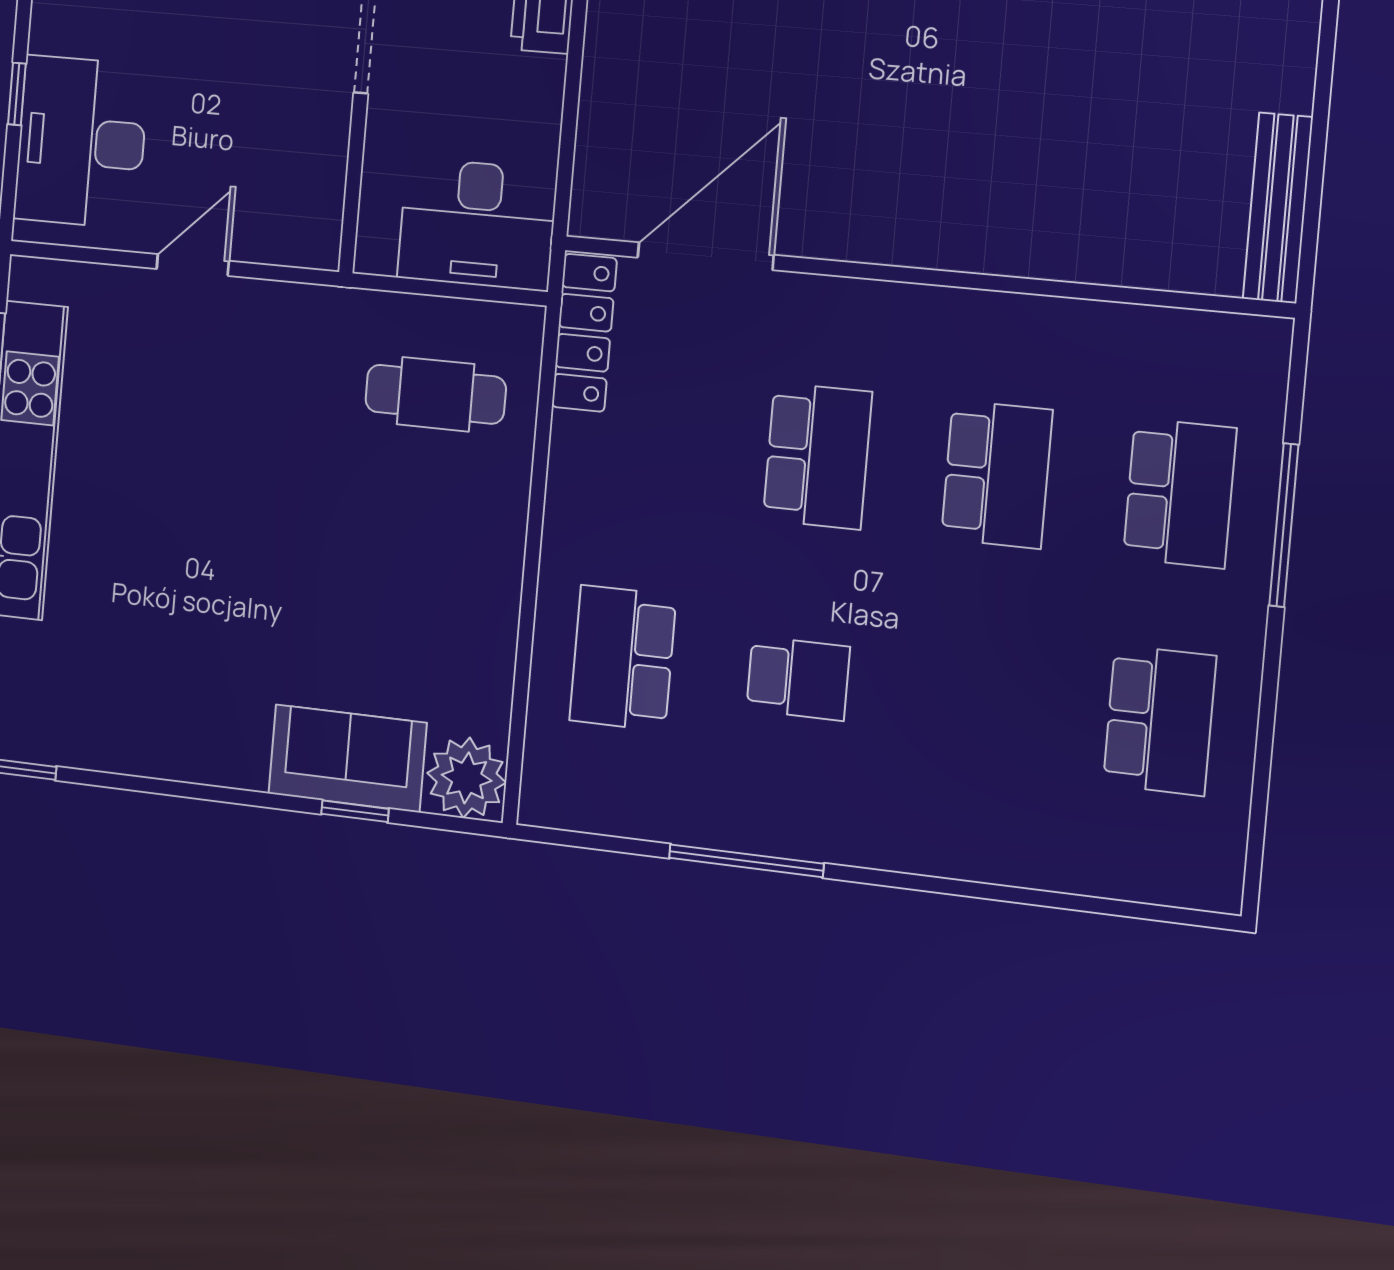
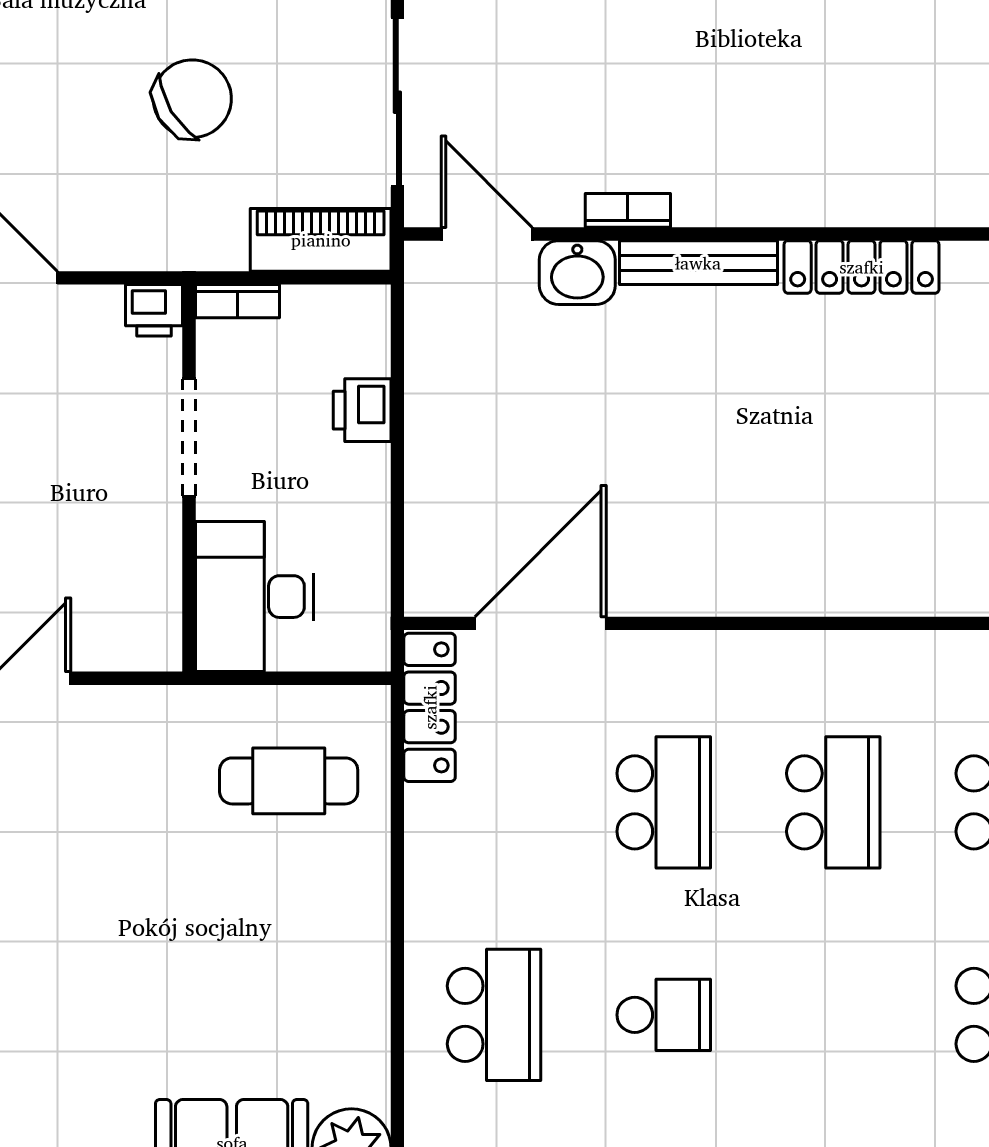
desk: (477, 224) -> (255, 597), moved, turned 90
school desk: (623, 658) -> (494, 1015), turned 180

